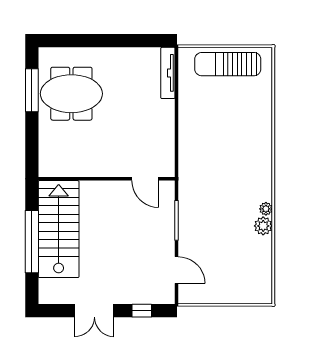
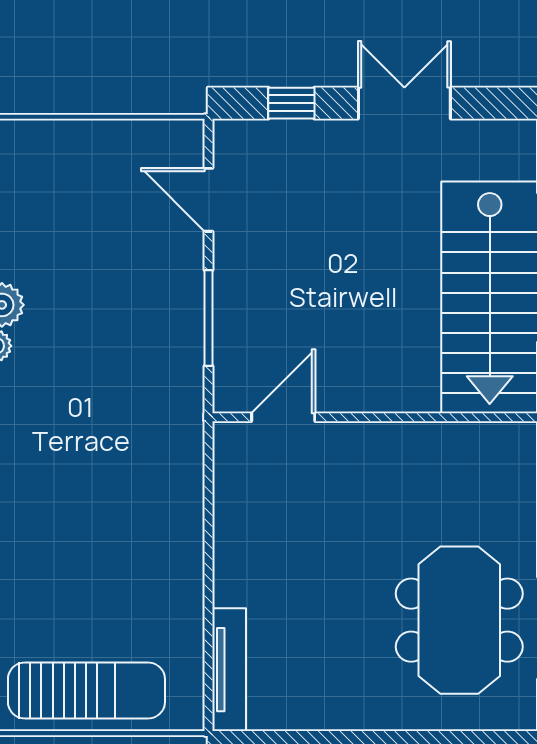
meeting table: (71, 94) -> (459, 620), turned 90
door: (145, 179) -> (283, 417), hinge flipped

